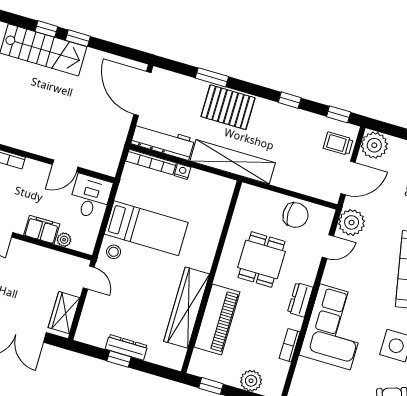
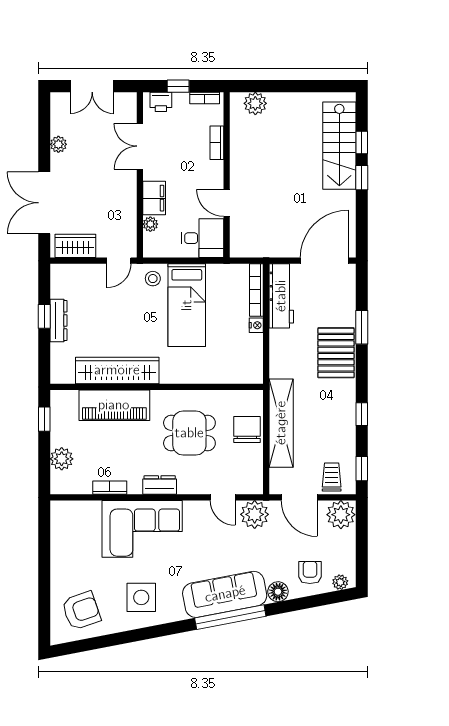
shelving: (233, 162) -> (281, 423), moved
chair: (296, 215) -> (247, 429), moved, turned 180

